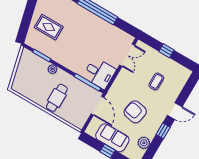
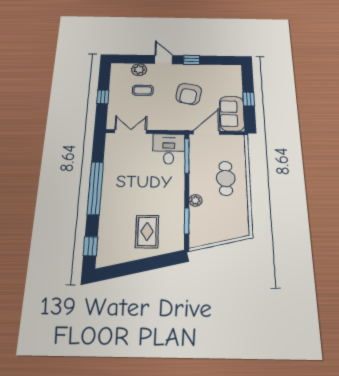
cafe table: (57, 98) -> (226, 178), turned 90
sofa: (112, 138) -> (232, 114), moved
plant: (144, 143) -> (139, 70), moved

